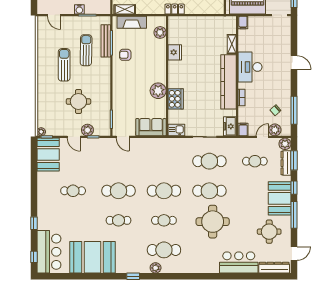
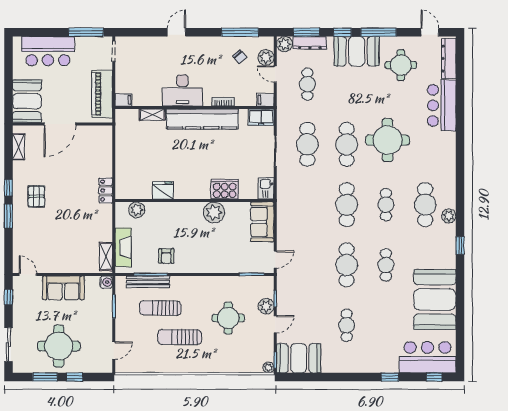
water cooler: (79, 9) -> (106, 282), moved

